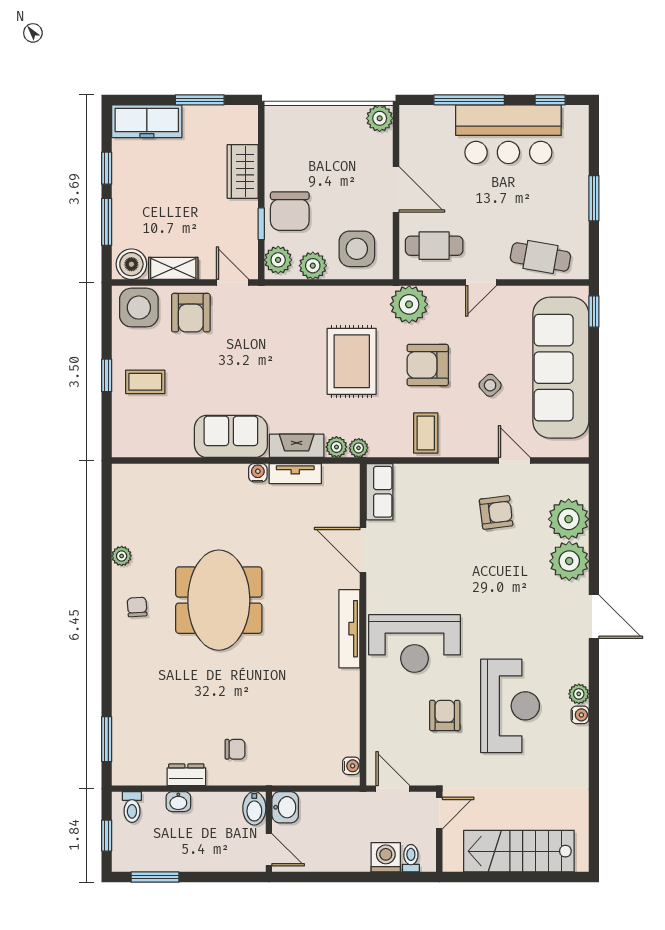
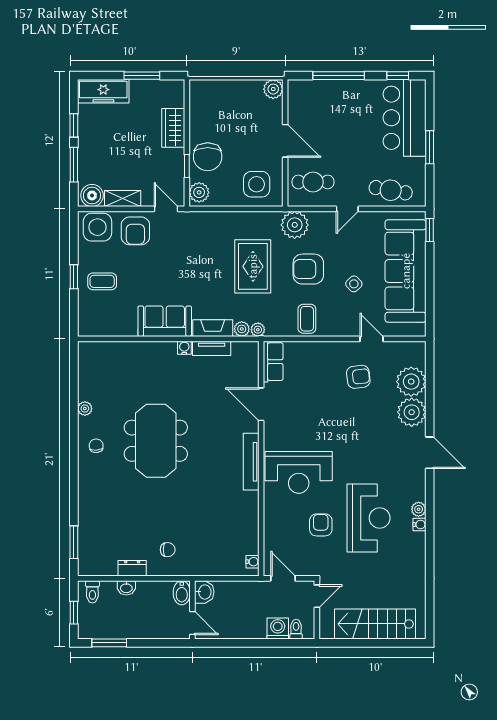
bar counter: (508, 134) -> (405, 118), moved, turned 90
plant: (313, 266) -> (224, 197), removed

